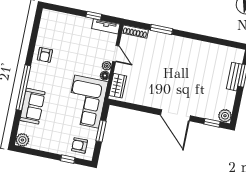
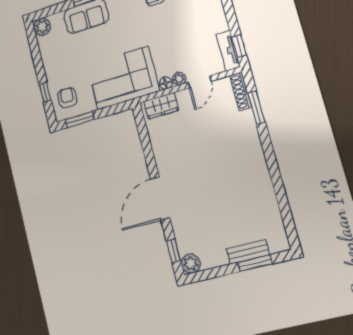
window: (94, 16) -> (239, 46), moved
window: (161, 30) -> (256, 108), moved
window: (101, 131) -> (80, 120), moved

